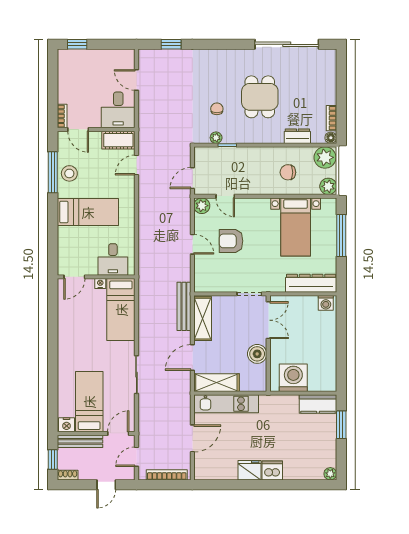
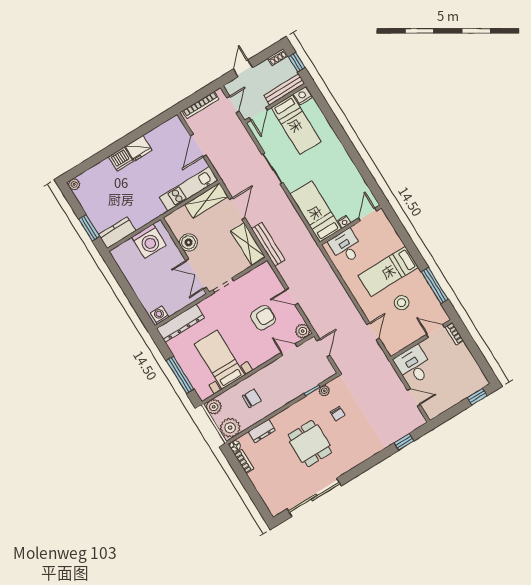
cot: (118, 140) -> (399, 342), removed
stool: (69, 173) -> (402, 303), moved

